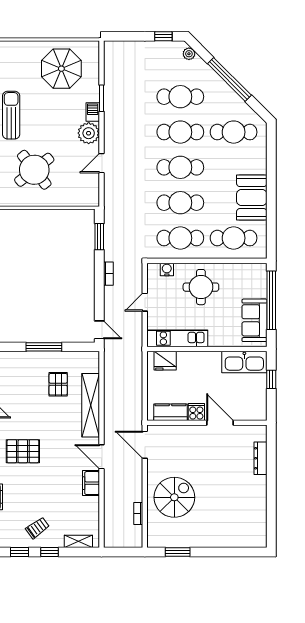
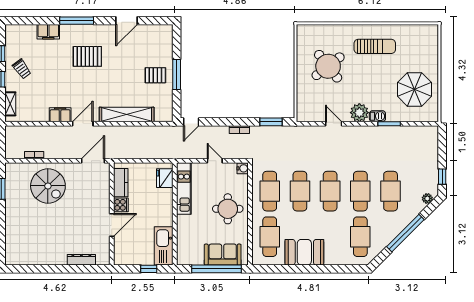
water cooler: (167, 270) -> (243, 168), moved
sofa: (255, 320) -> (223, 255), moved
pallet: (58, 384) -> (155, 75), moved
pallet: (23, 451) -> (87, 56), turned 90

